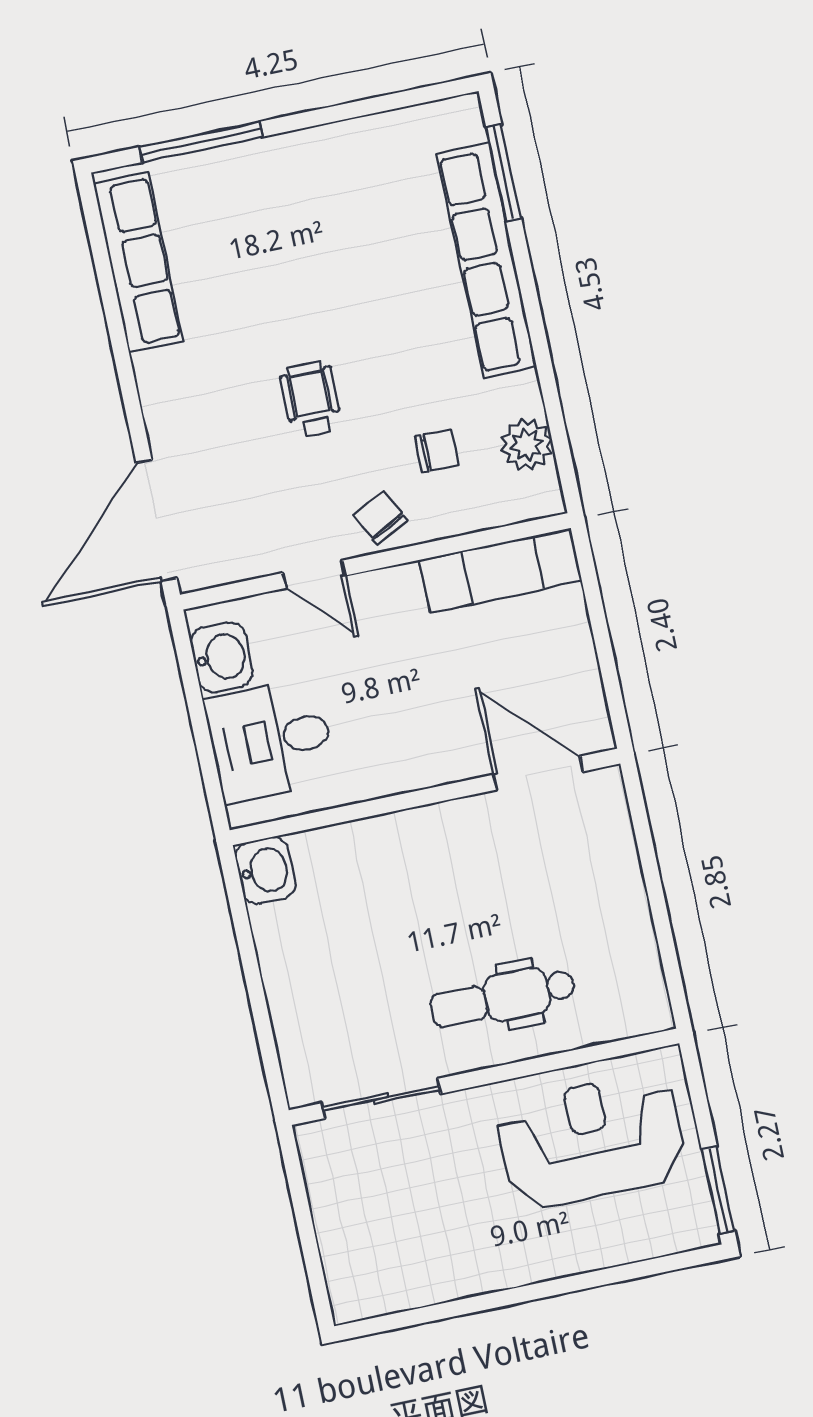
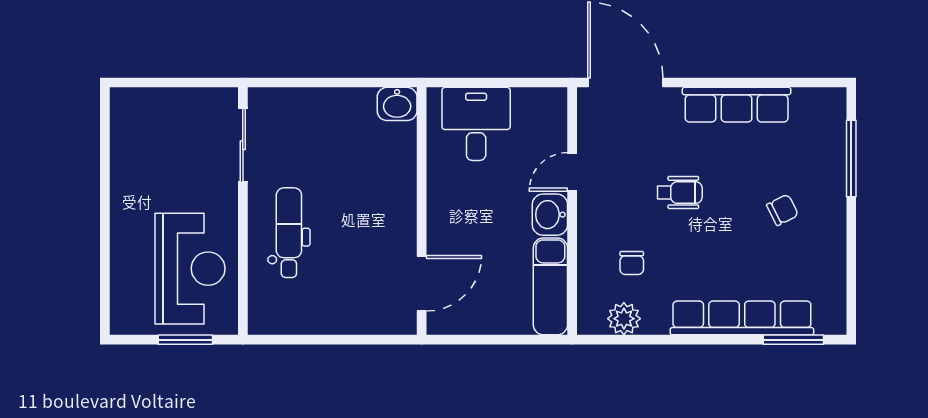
row of seats: (138, 262) -> (737, 105), moved
chair: (380, 518) -> (782, 210), moved
washbasin: (222, 657) -> (550, 215), moved, turned 90
window: (718, 1190) -> (185, 340), moved

